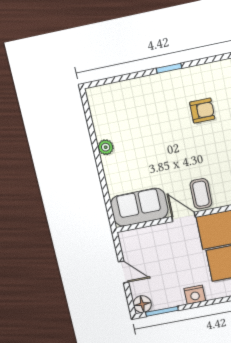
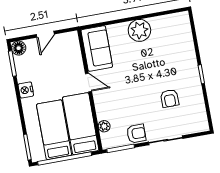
plant: (106, 147) -> (139, 30), width x1.87, depth x1.87
coffee table: (201, 194) -> (106, 96), removed
door: (184, 217) -> (89, 82), hinge flipped

